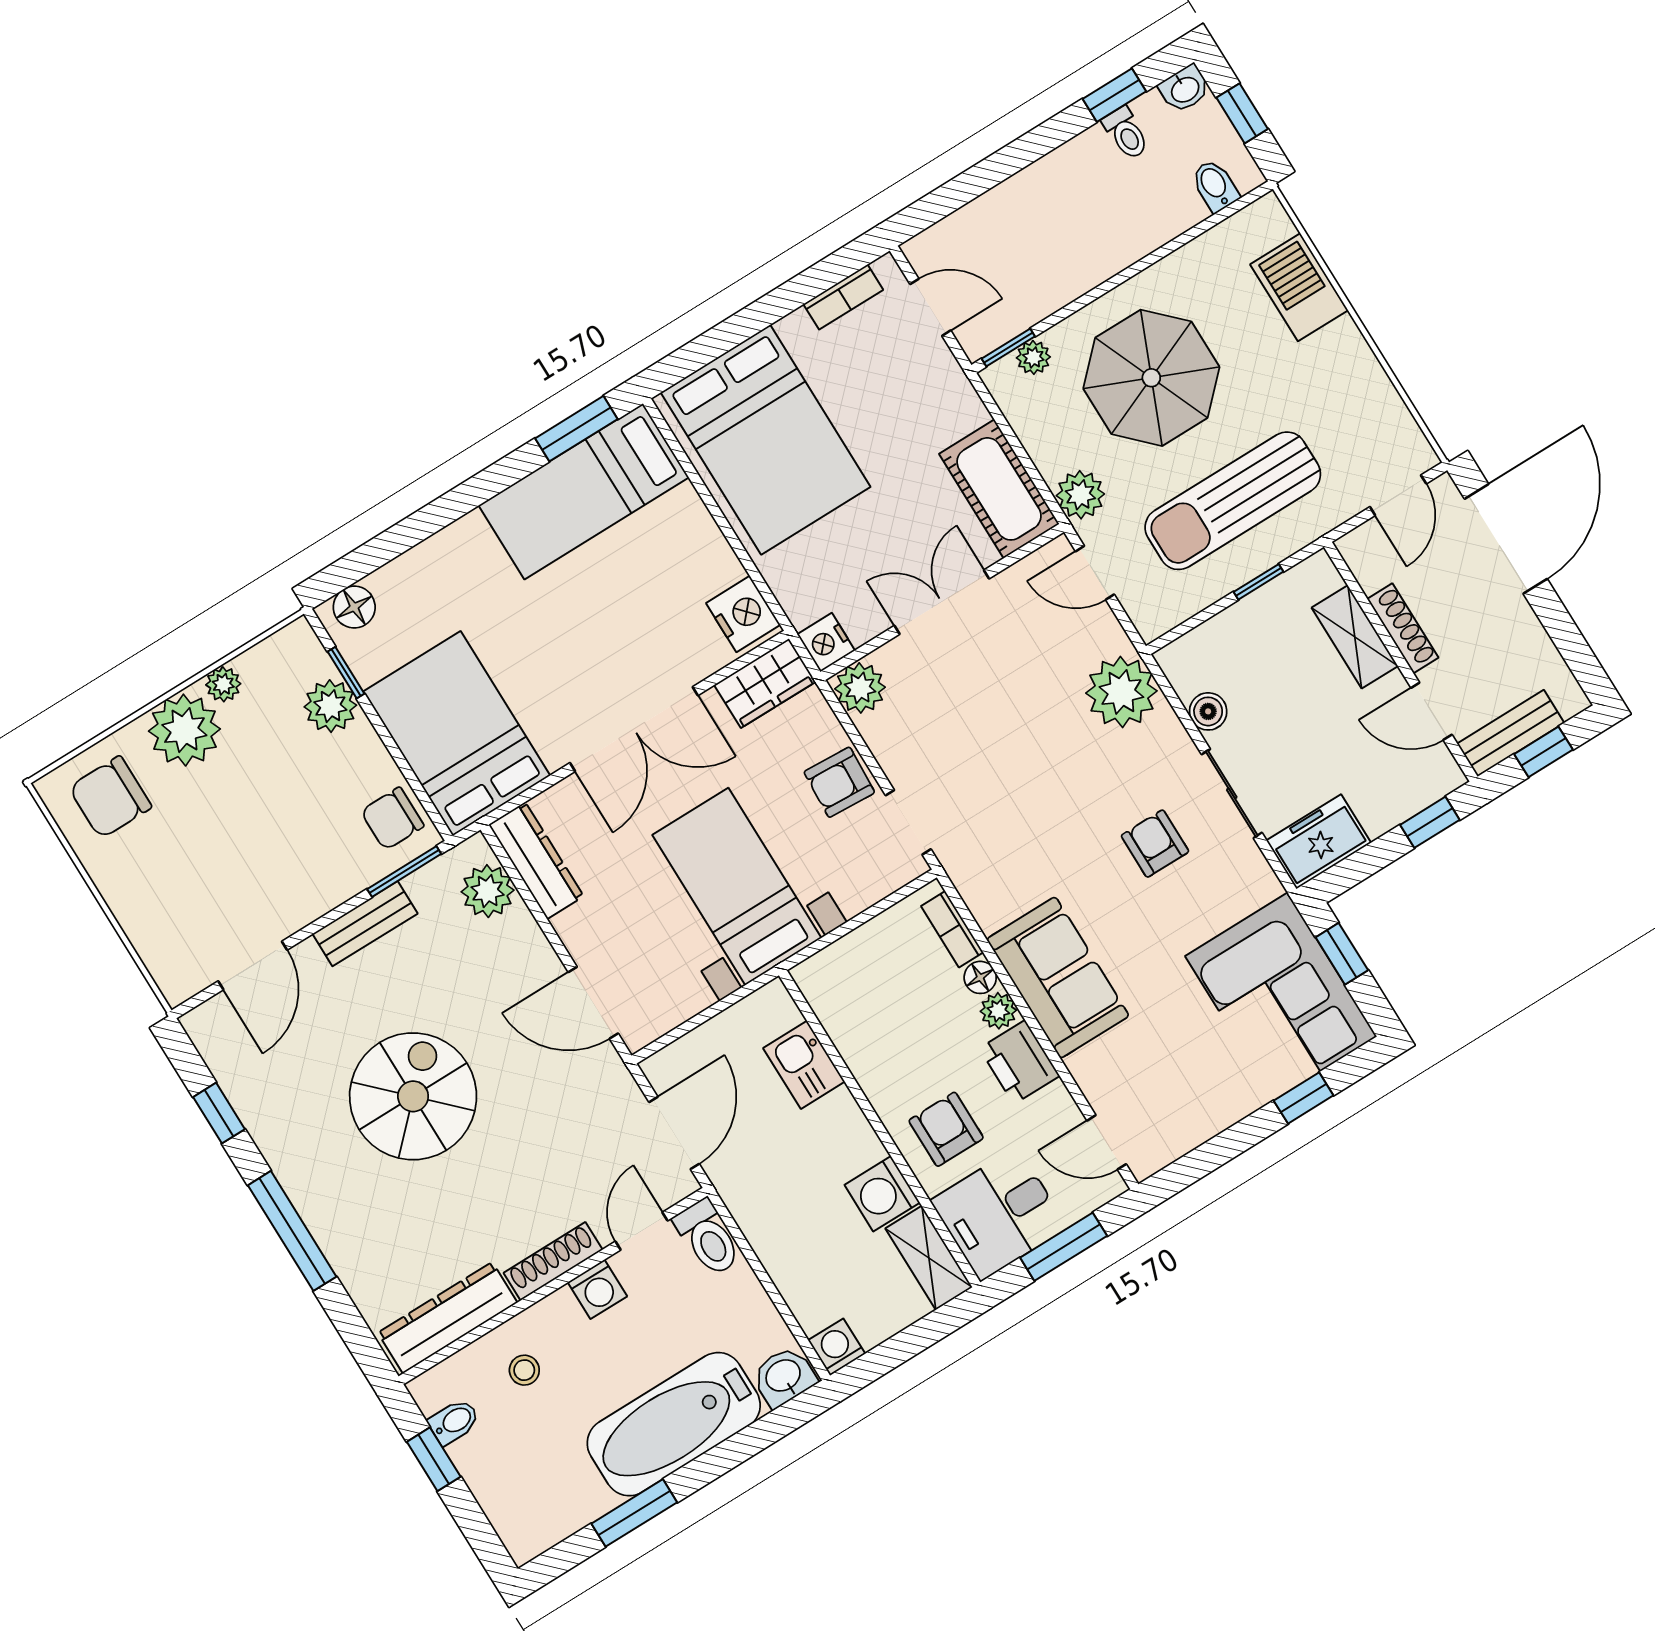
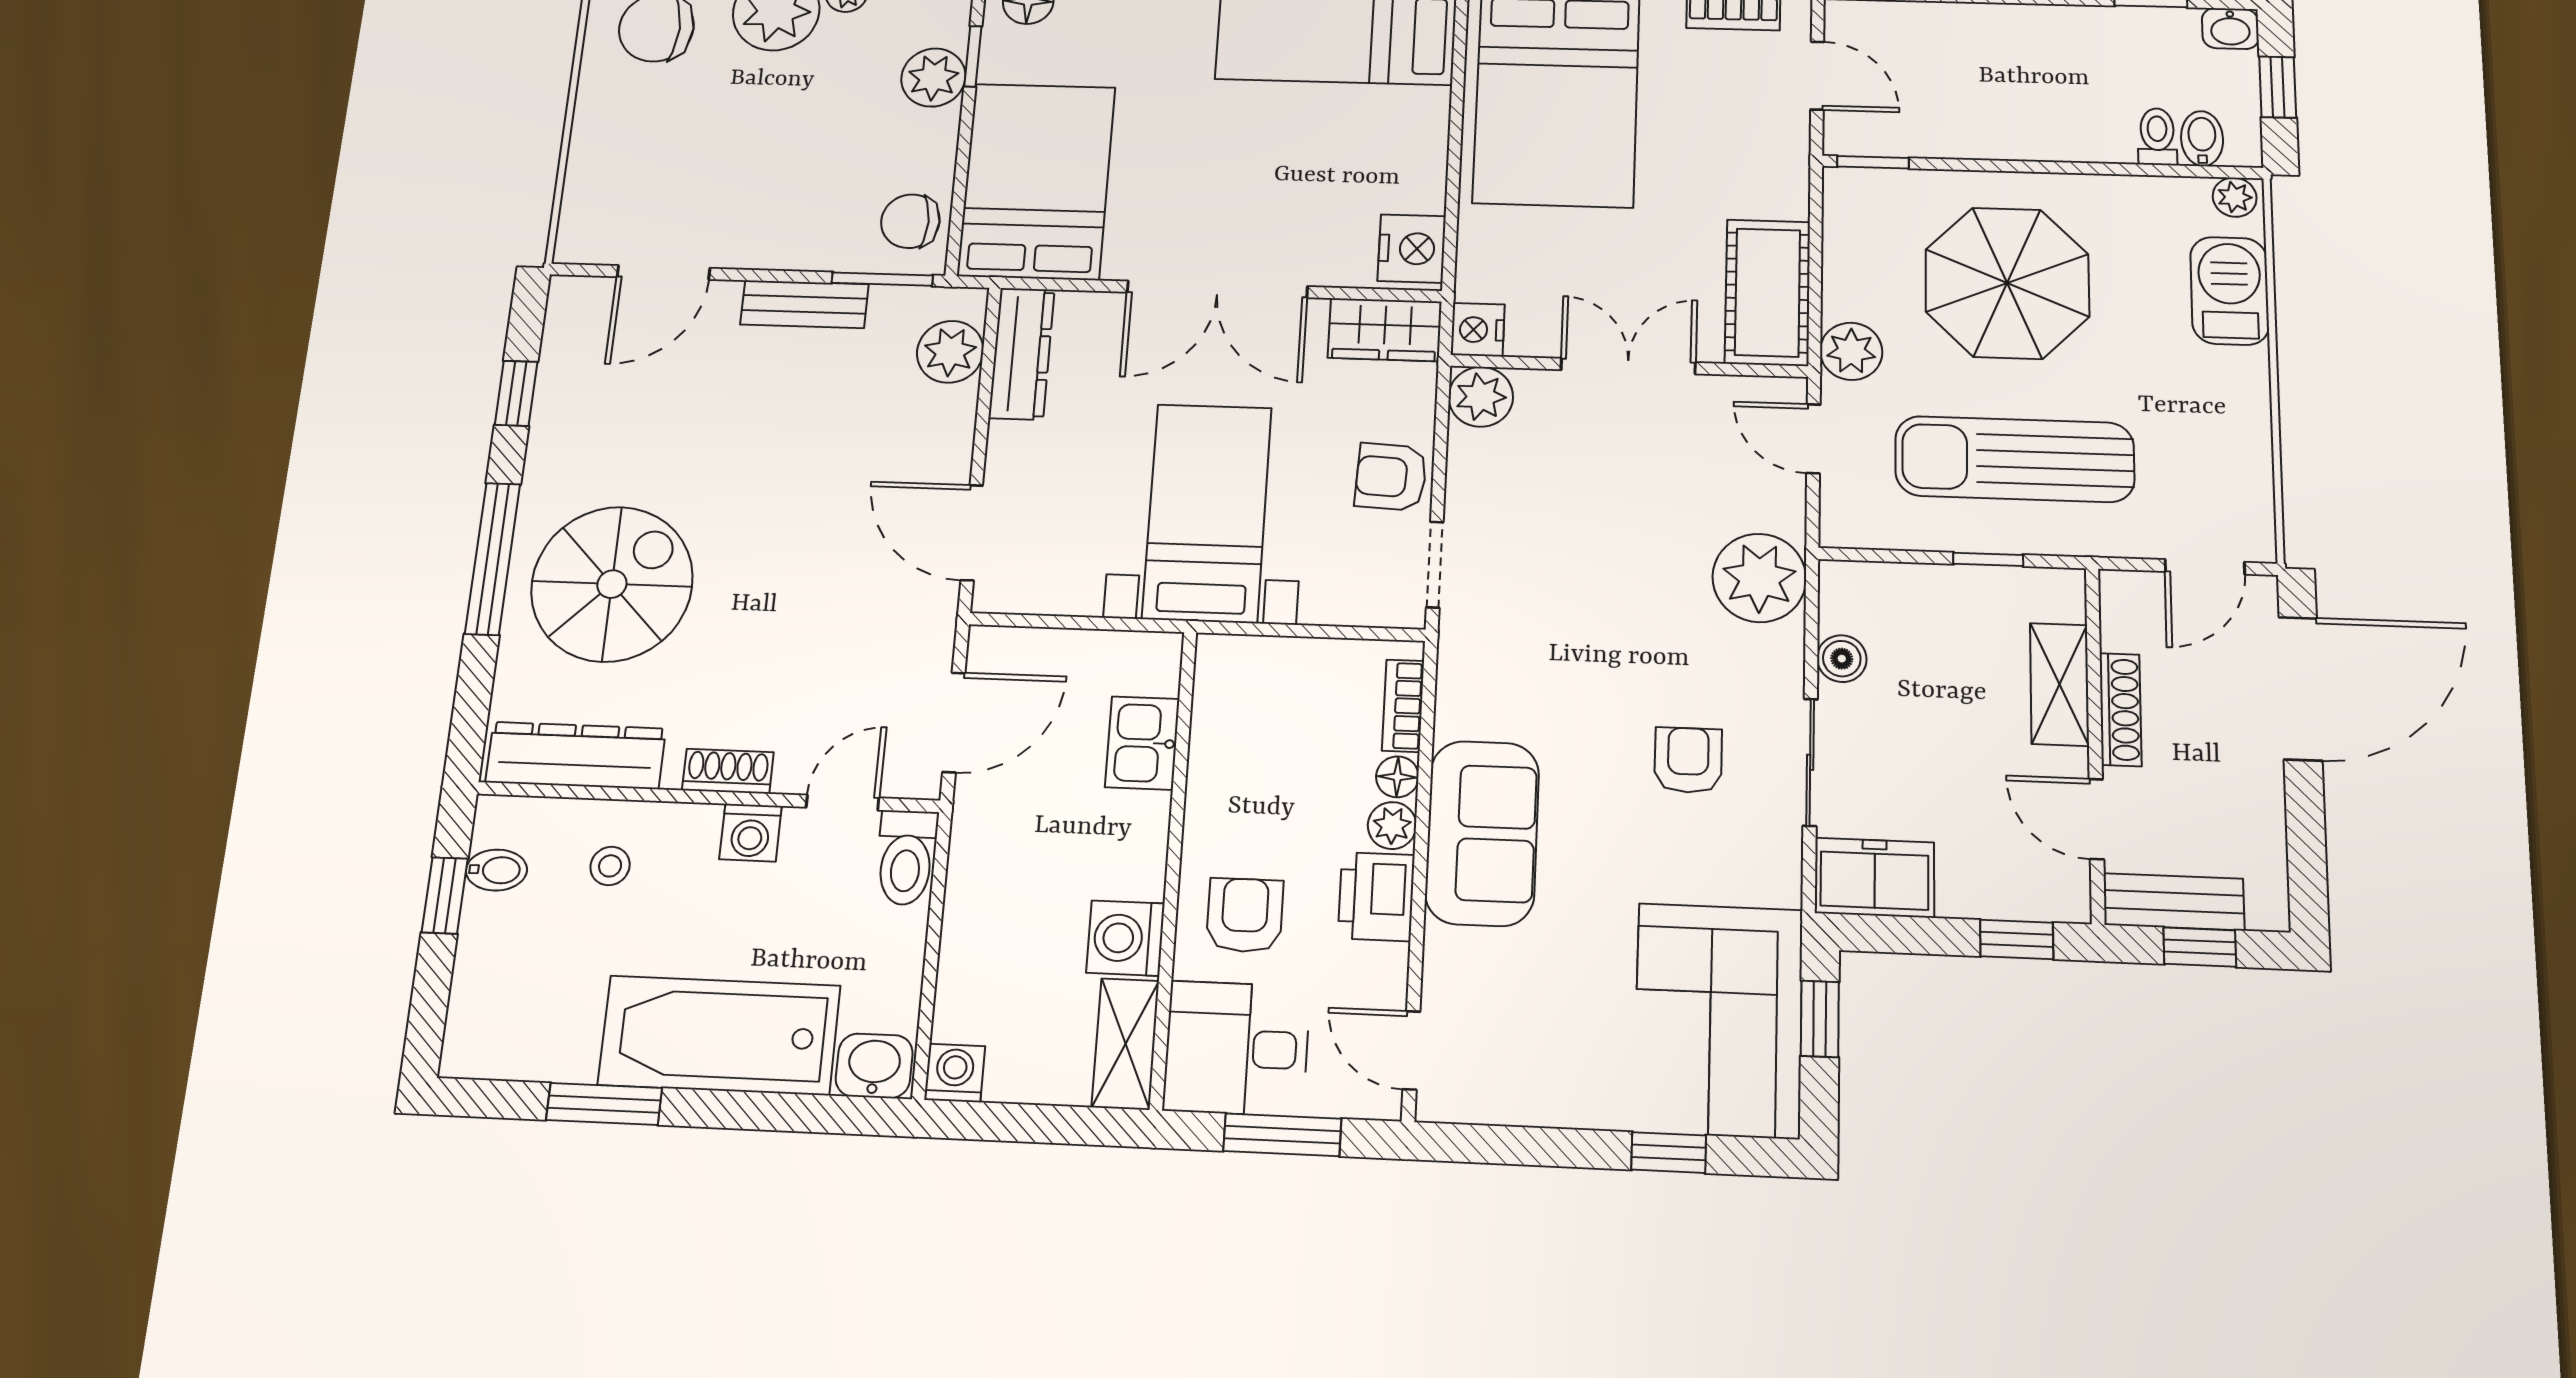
toilet: (1126, 133) -> (2157, 137), moved, turned 180
plant: (1033, 357) -> (2235, 197), moved
spiral stairs: (413, 1096) -> (612, 584), moved
shoe rack: (553, 1261) -> (728, 771), width x0.70

